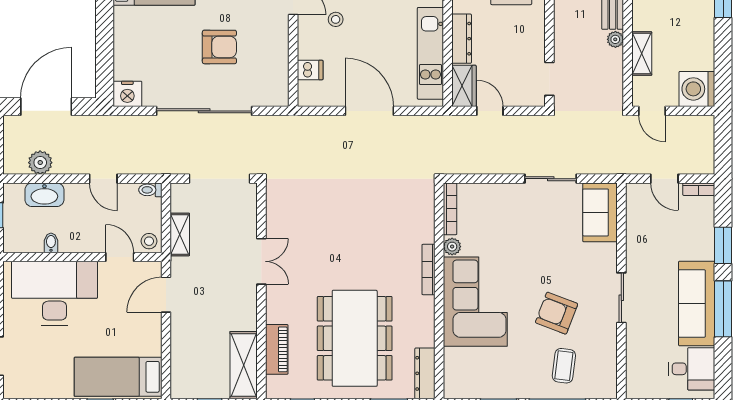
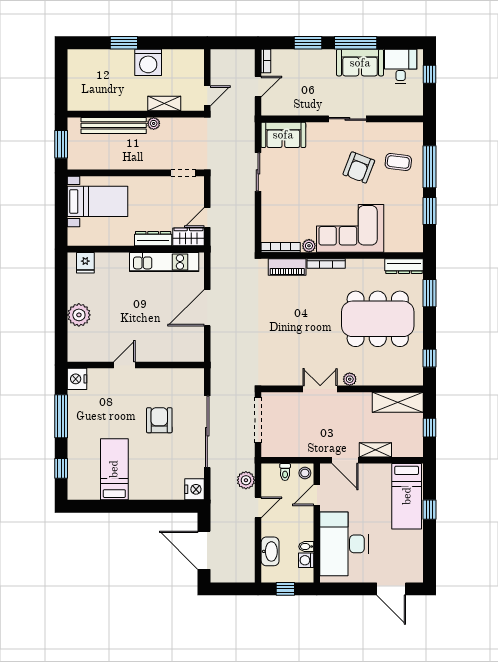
stool: (336, 19) -> (139, 333), removed
dishwasher: (310, 70) -> (177, 352), removed
washing machine: (697, 89) -> (148, 62), moved
plant: (40, 163) -> (246, 480), moved
toilet: (150, 190) -> (285, 472), moved
shelving: (180, 234) -> (375, 450), moved
washing machine: (33, 243) -> (306, 560), added
plant: (274, 301) -> (350, 379), added
sofa: (697, 303) -> (360, 63), width x0.73
piano: (277, 349) -> (287, 267), moved, turned 180

